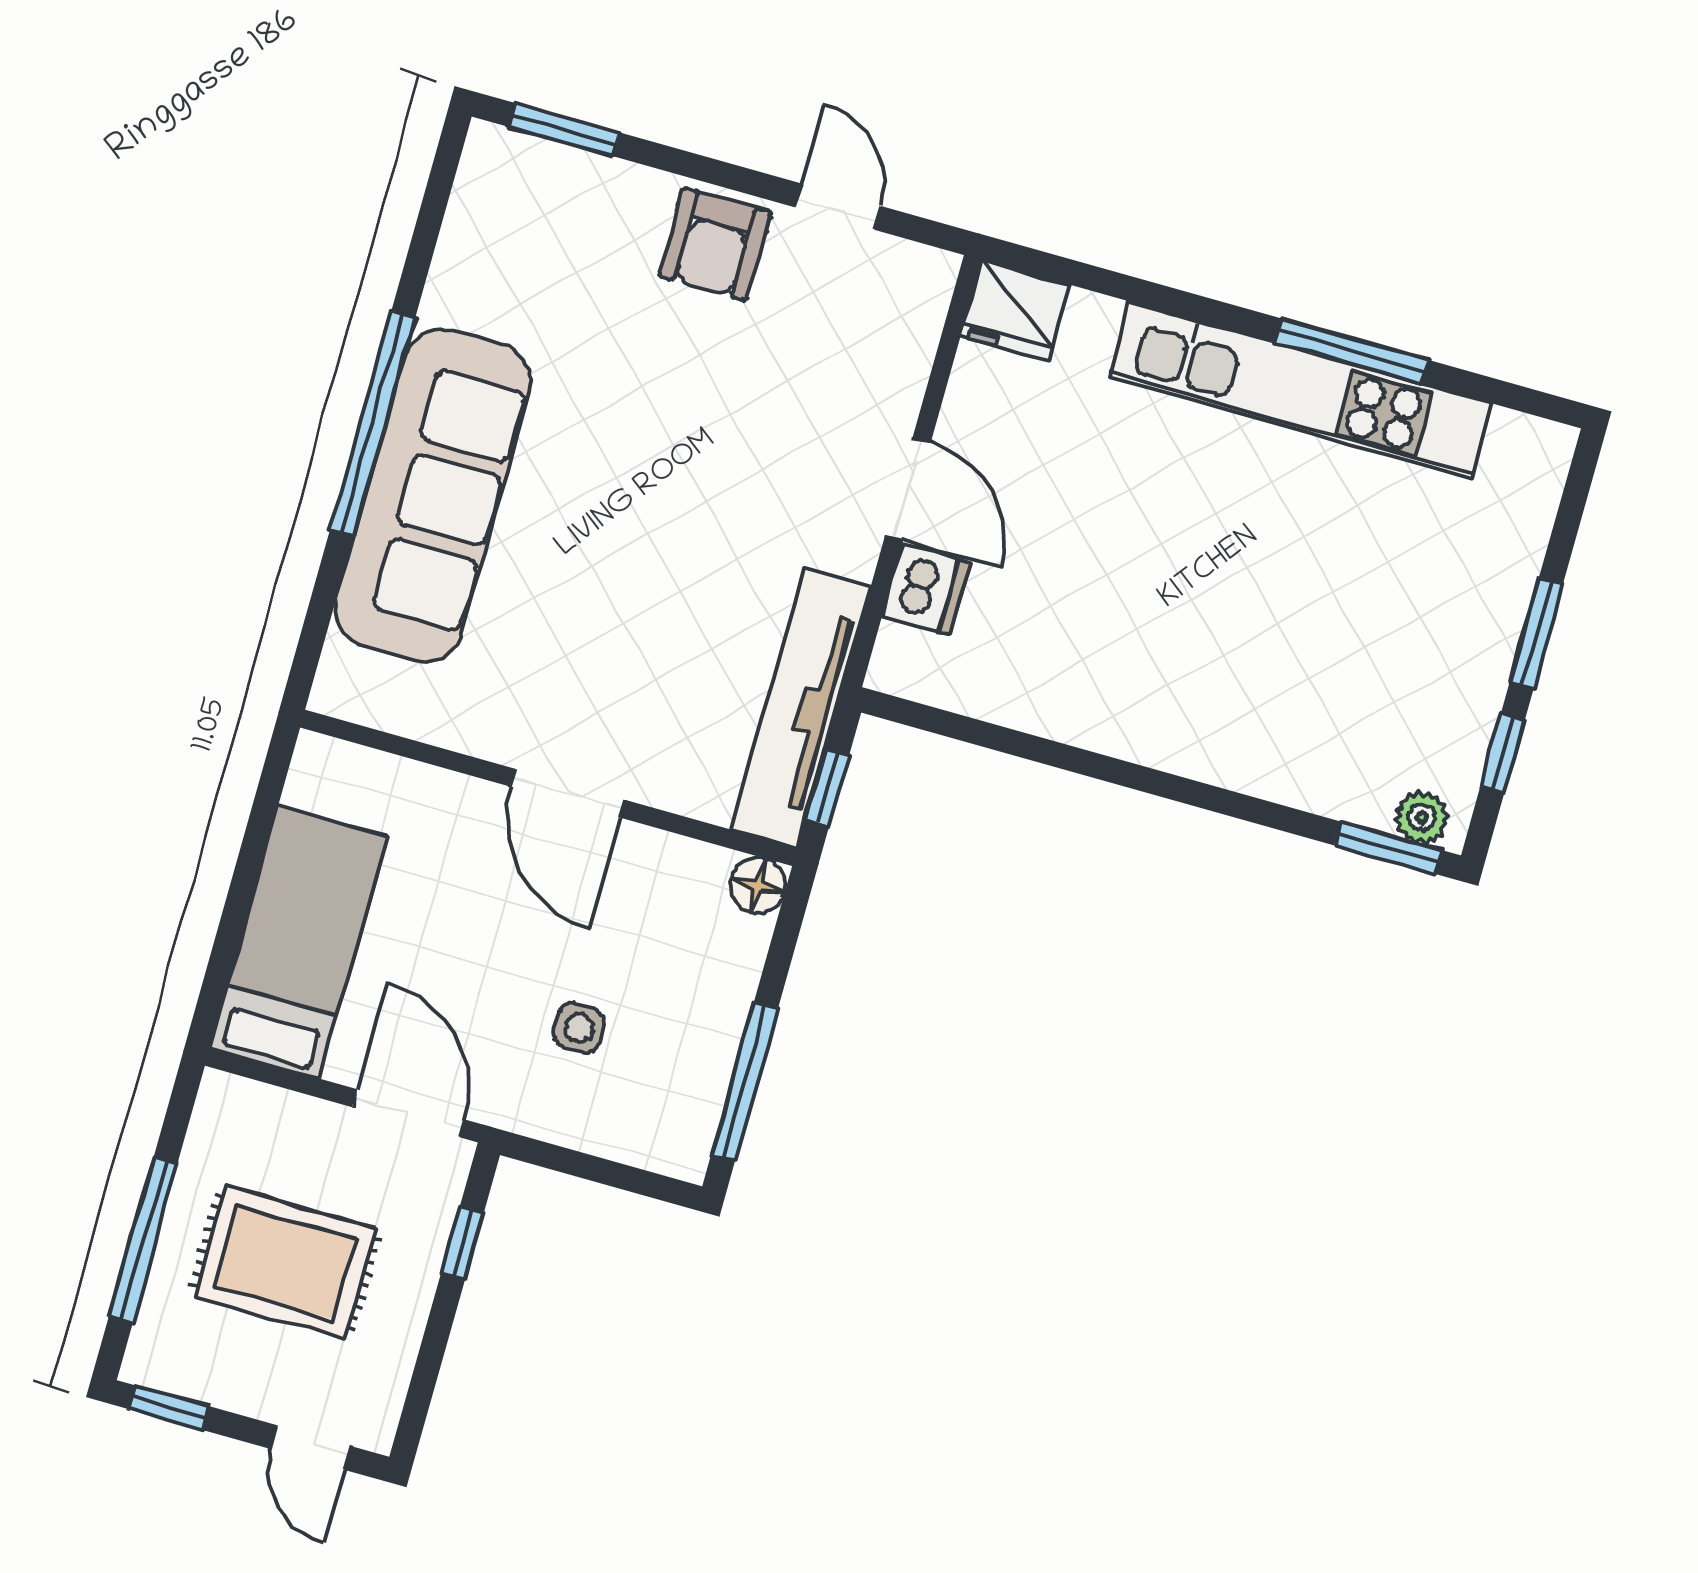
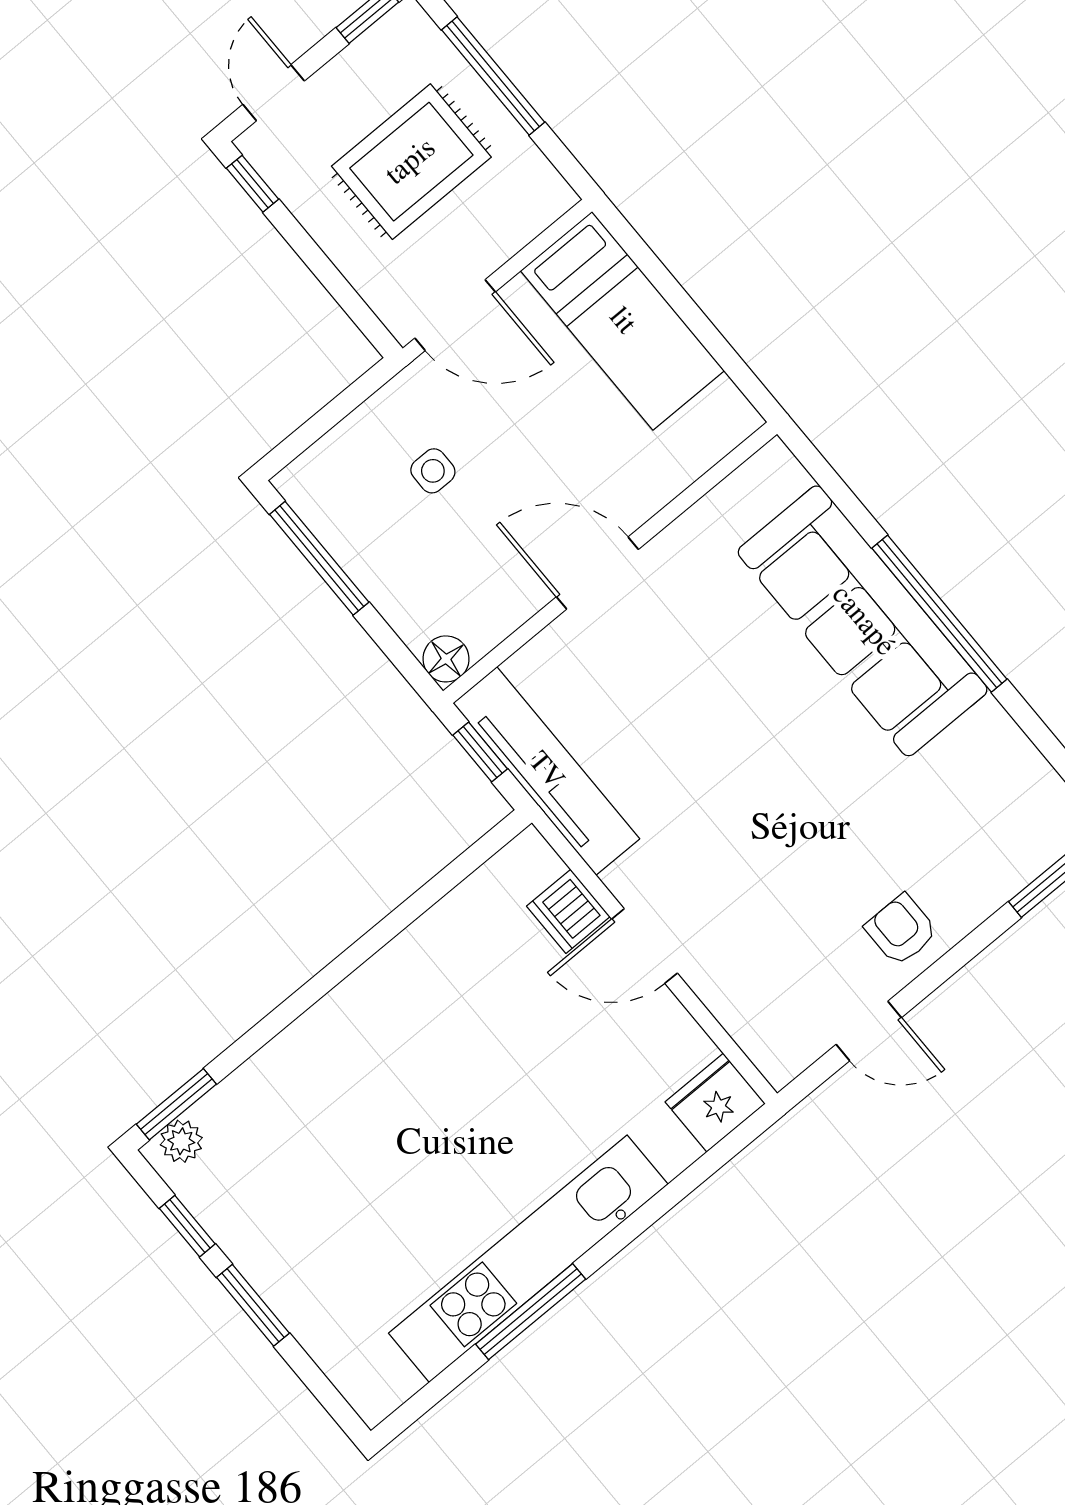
armchair: (715, 244) -> (901, 930), width x0.72, depth x0.72
window: (462, 1243) -> (253, 184), moved
door: (311, 1448) -> (274, 93), hinge flipped

